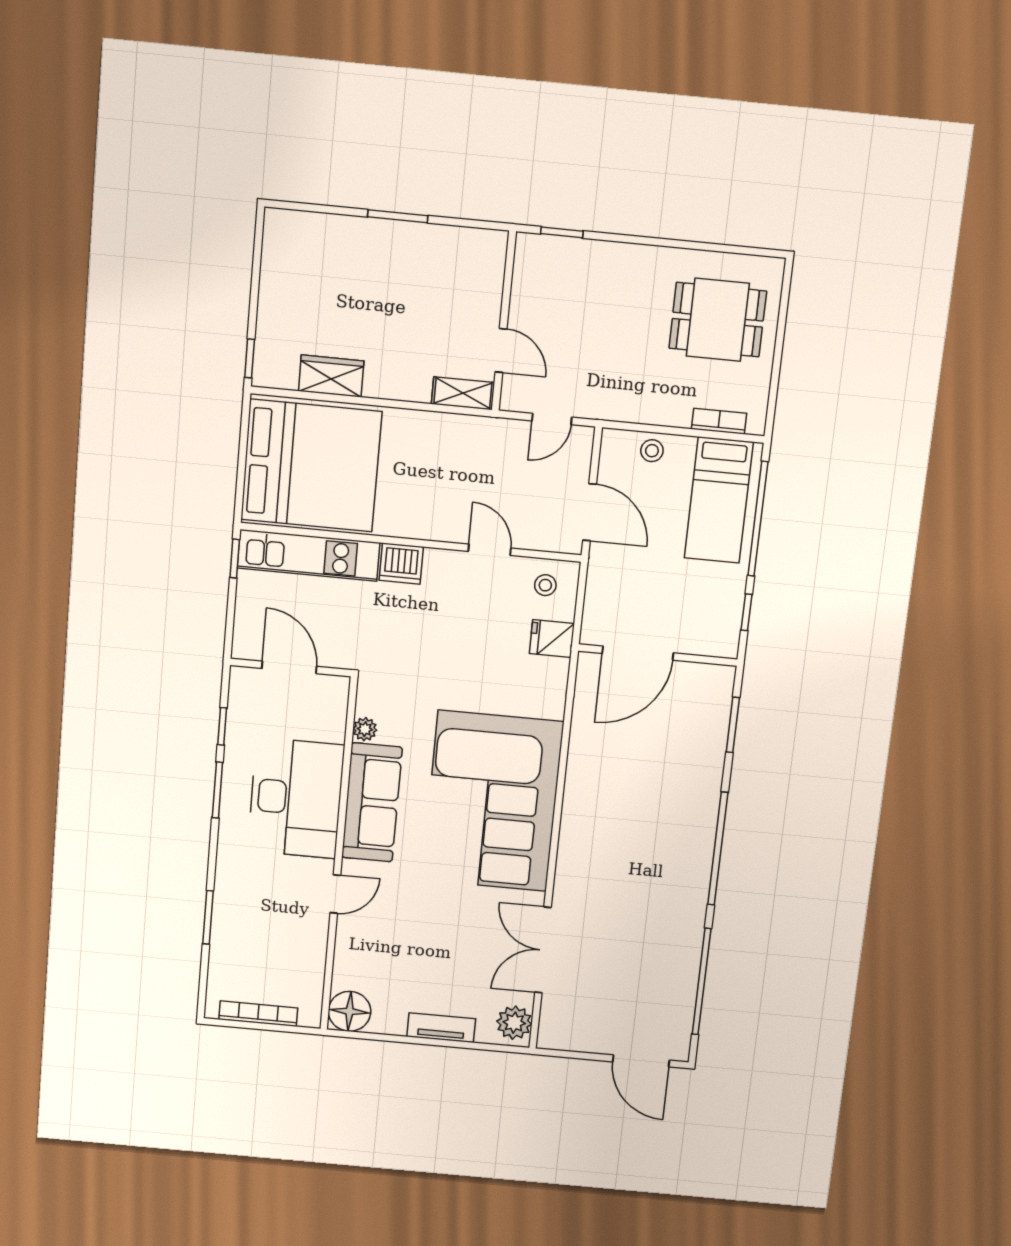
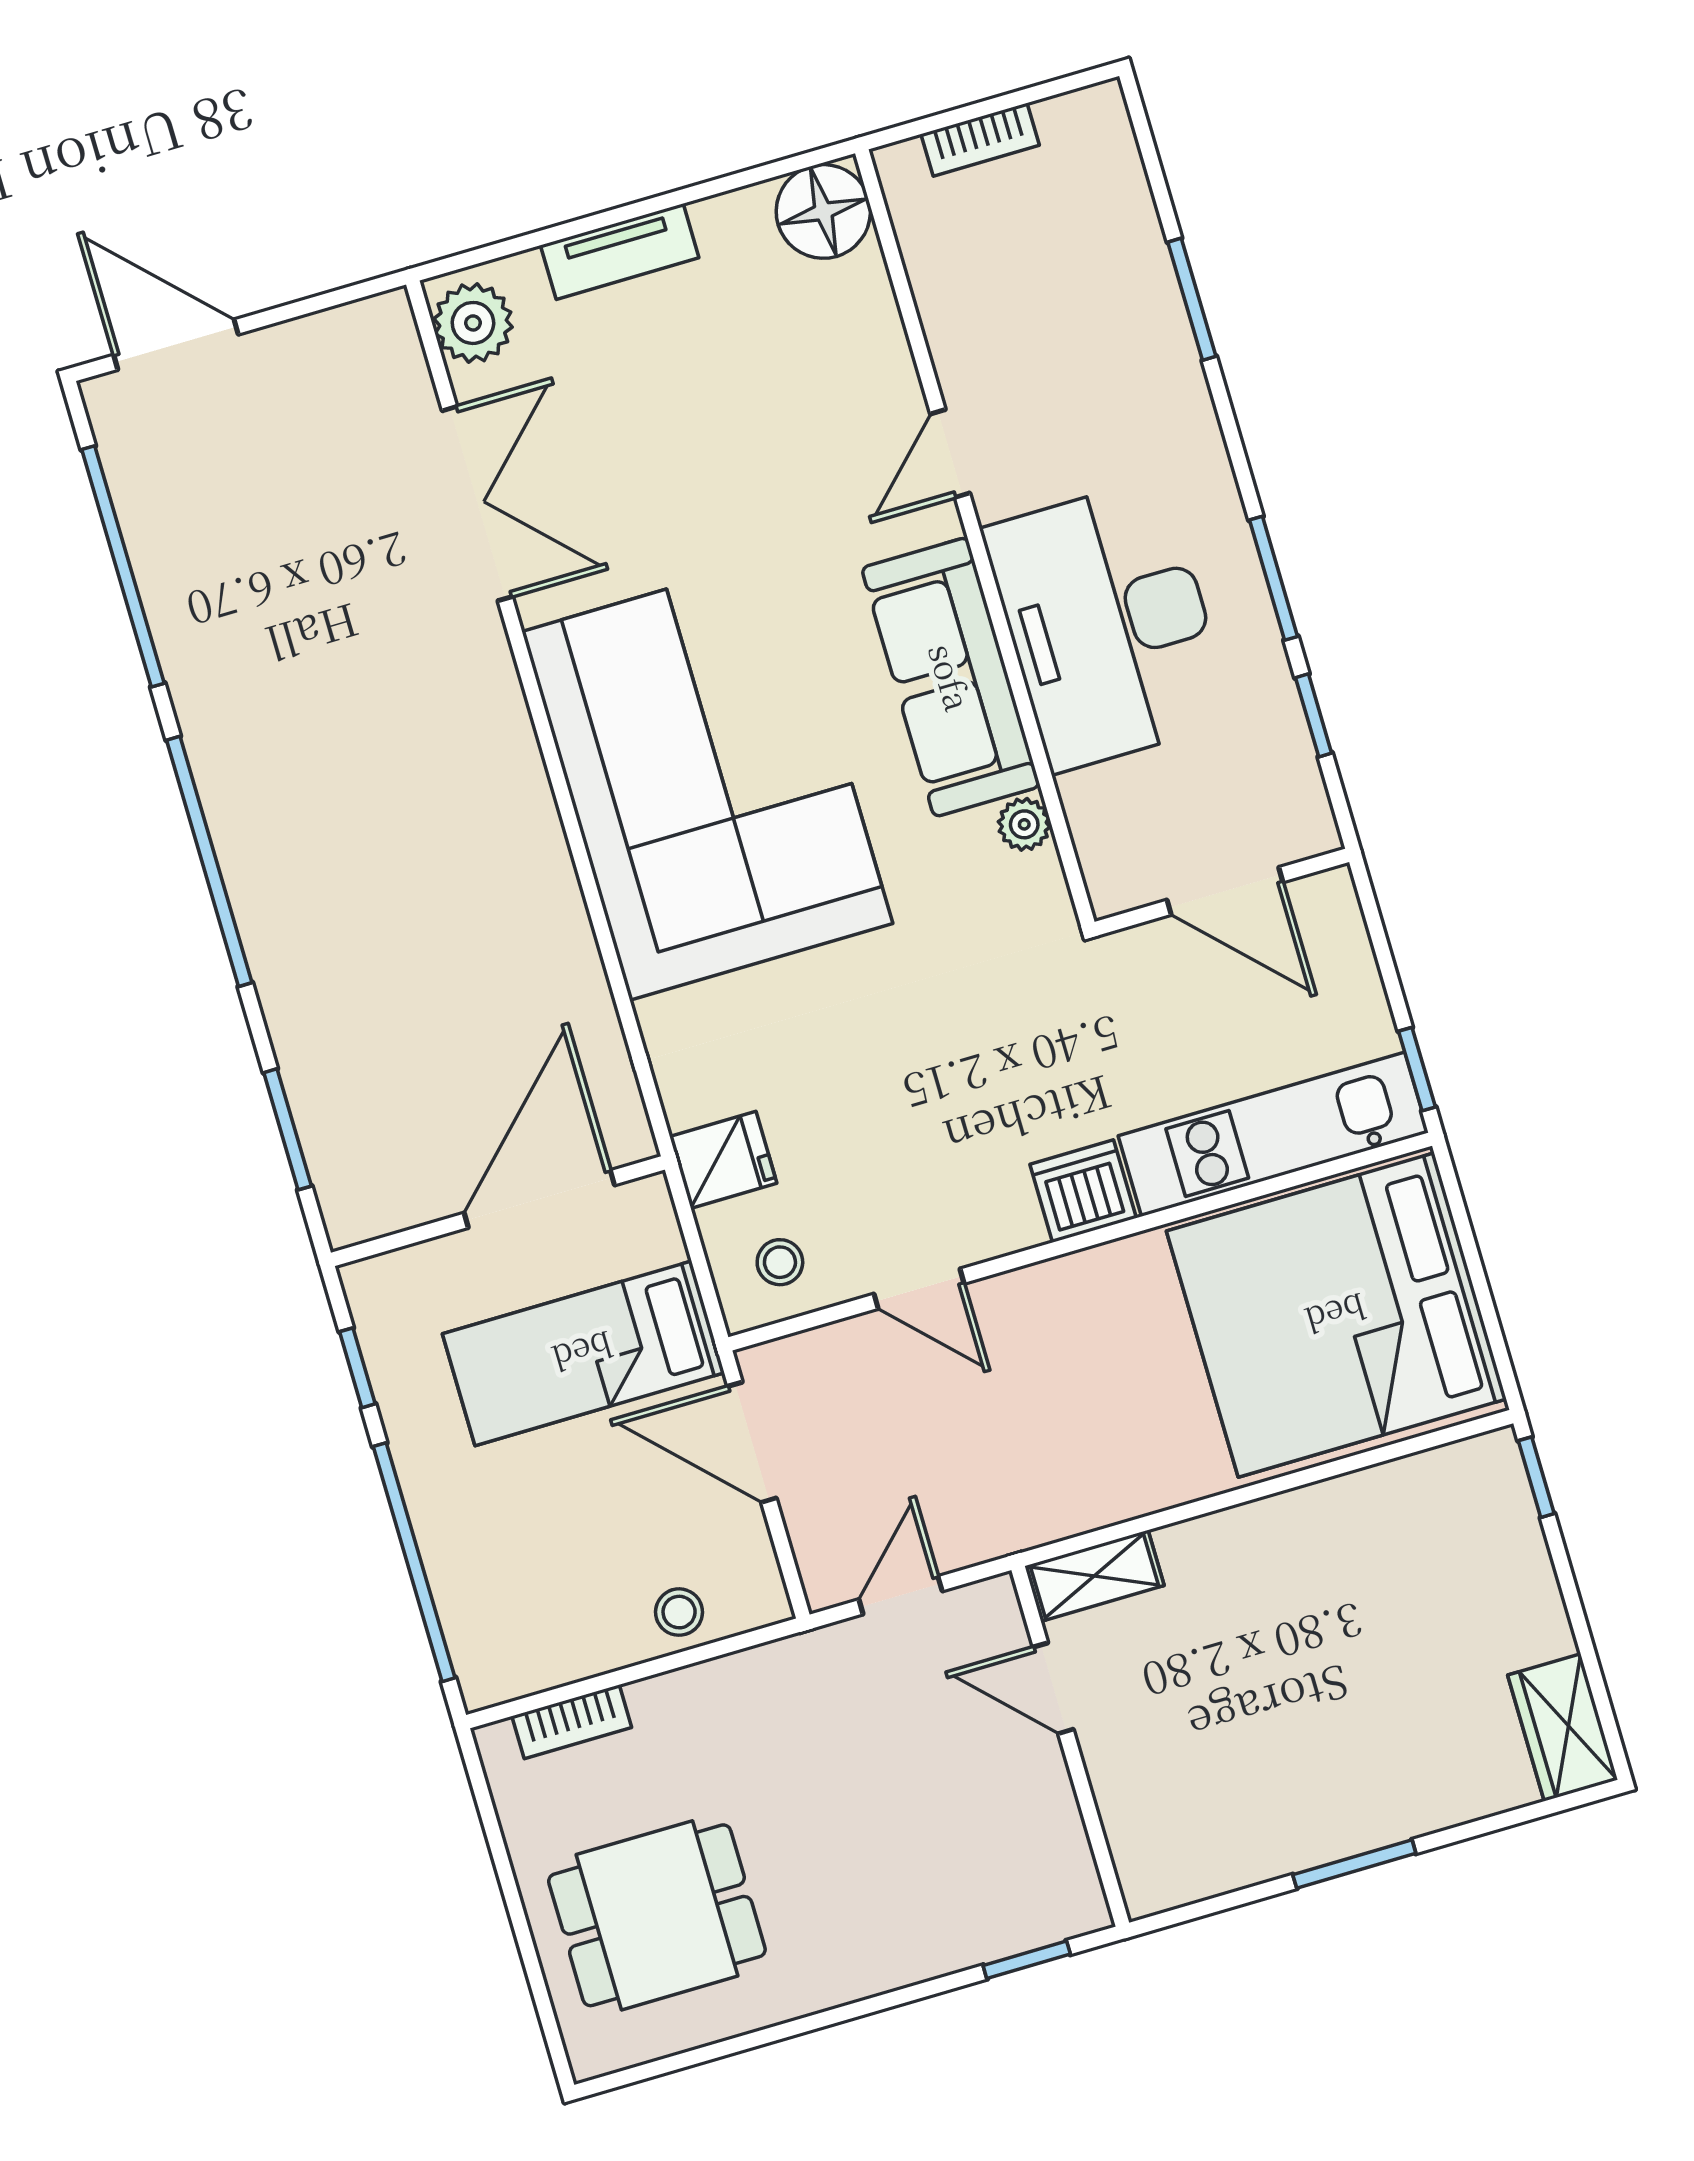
wardrobe: (331, 376) -> (1563, 1727), moved, turned 90
bed: (719, 500) -> (583, 1353), moved, turned -90
bookcase: (258, 1014) -> (980, 140), width x0.64

